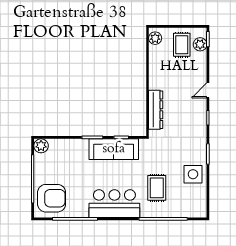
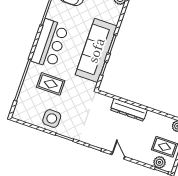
dresser: (156, 110) -> (129, 110), moved
sofa: (114, 149) -> (96, 50), width x1.36, depth x1.27

